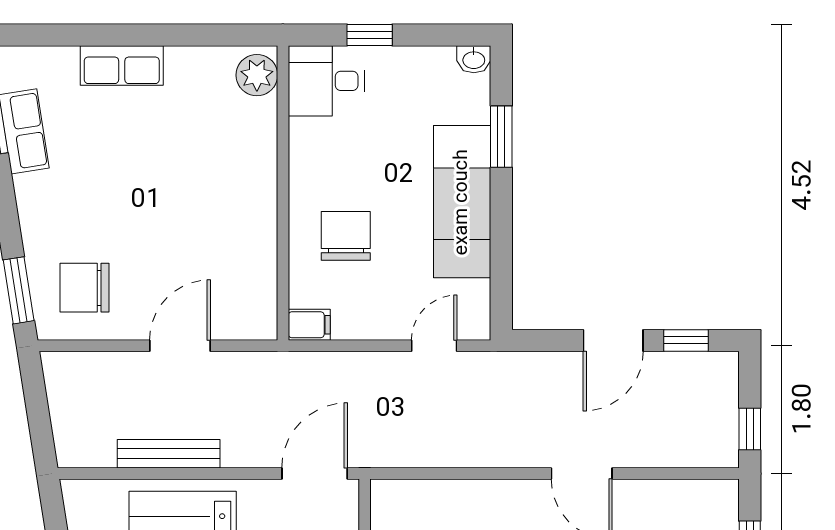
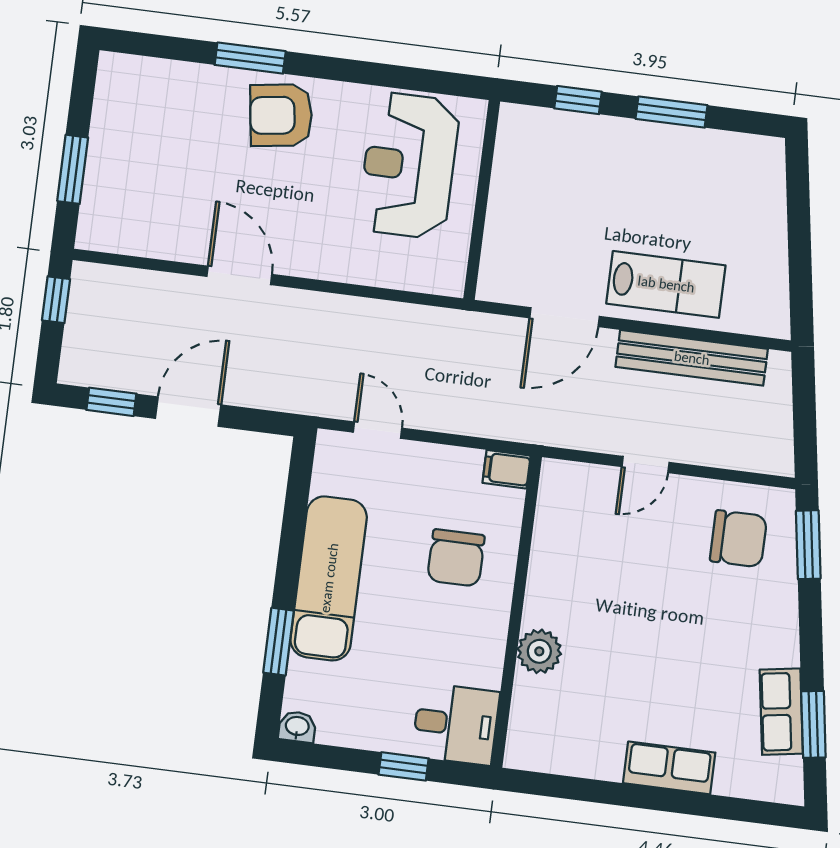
plant: (257, 75) -> (539, 651), moved
door: (180, 346) -> (646, 465), width x0.73
door: (434, 346) -> (378, 430), swing flipped
bench: (169, 454) -> (692, 358), width x1.37, depth x1.21
door: (315, 474) -> (565, 317), moved

